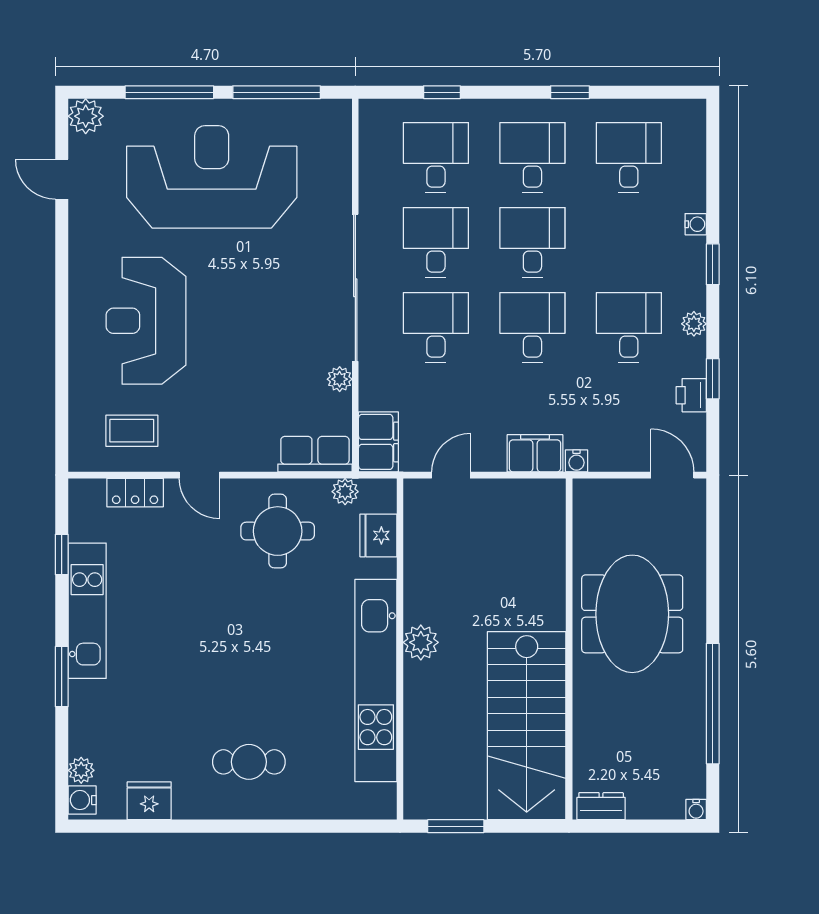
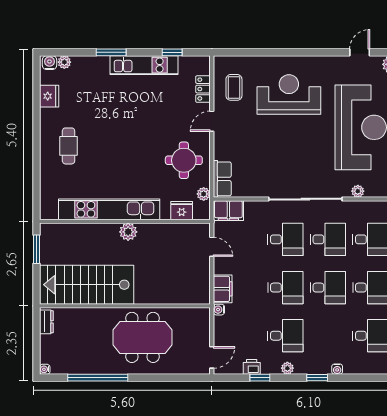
plant: (340, 379) -> (358, 191), moved

